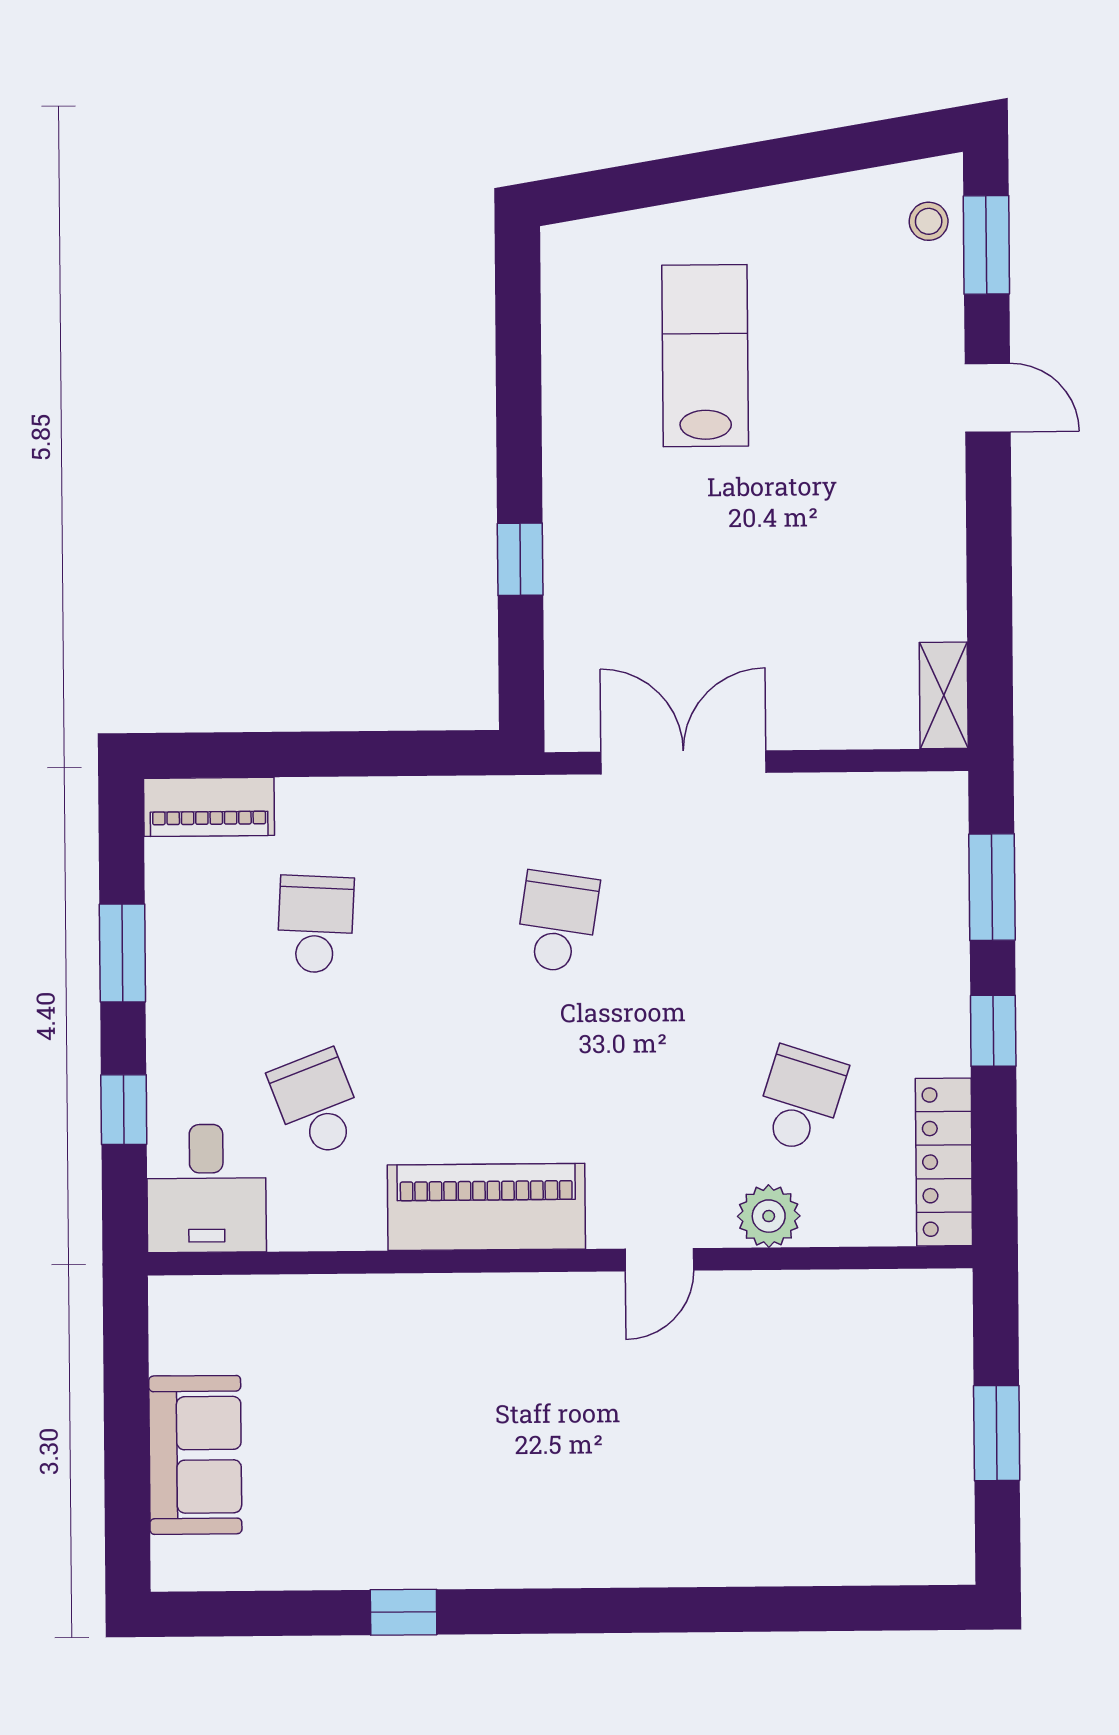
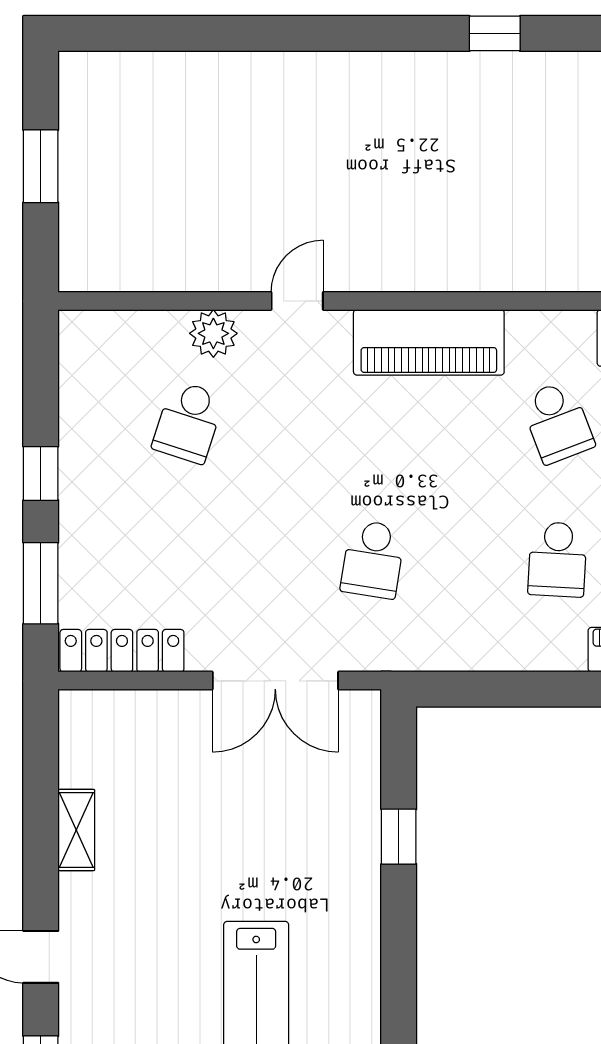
shelving: (944, 695) -> (76, 830), moved
locker: (944, 1162) -> (122, 651), moved, turned -90

